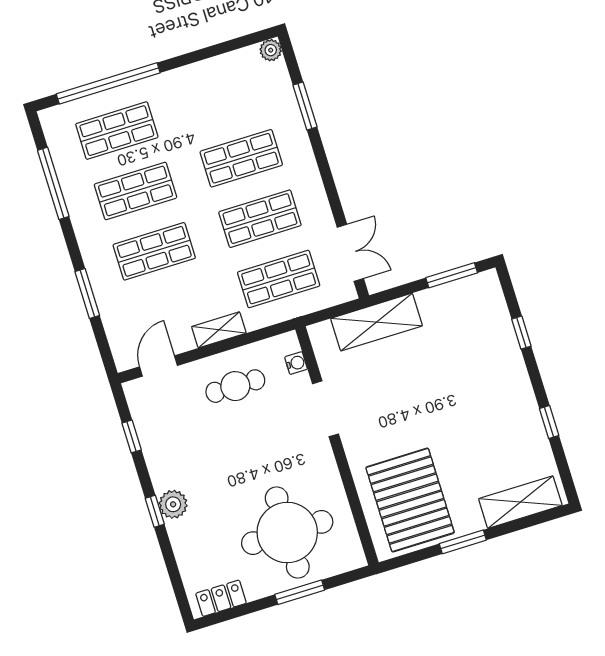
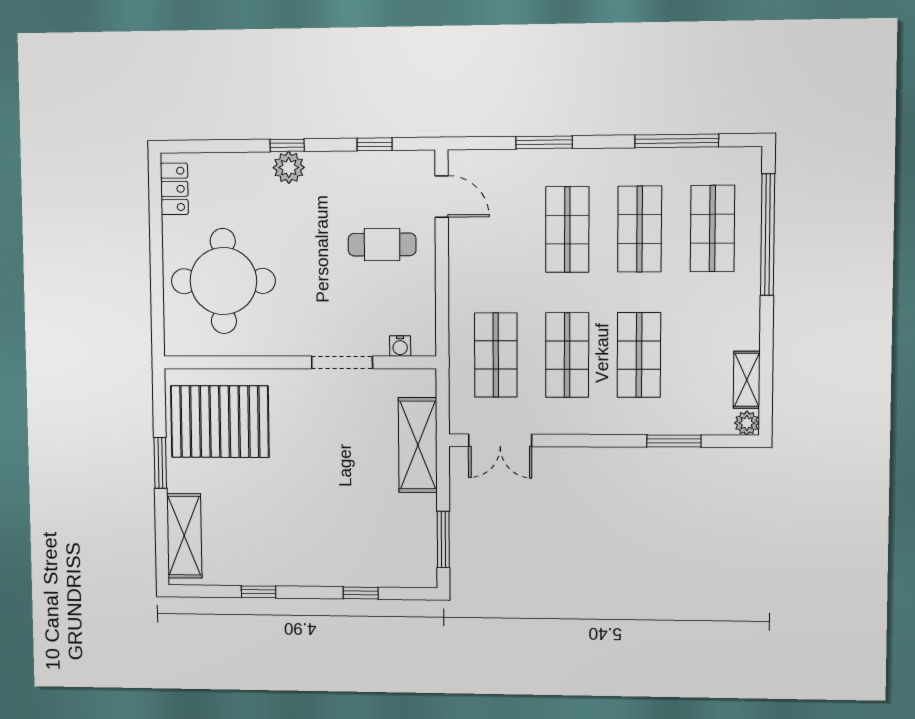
shelving: (219, 330) -> (747, 380), moved
cafe table: (235, 386) -> (382, 245), moved, turned 90
window: (300, 592) -> (157, 275), removed

